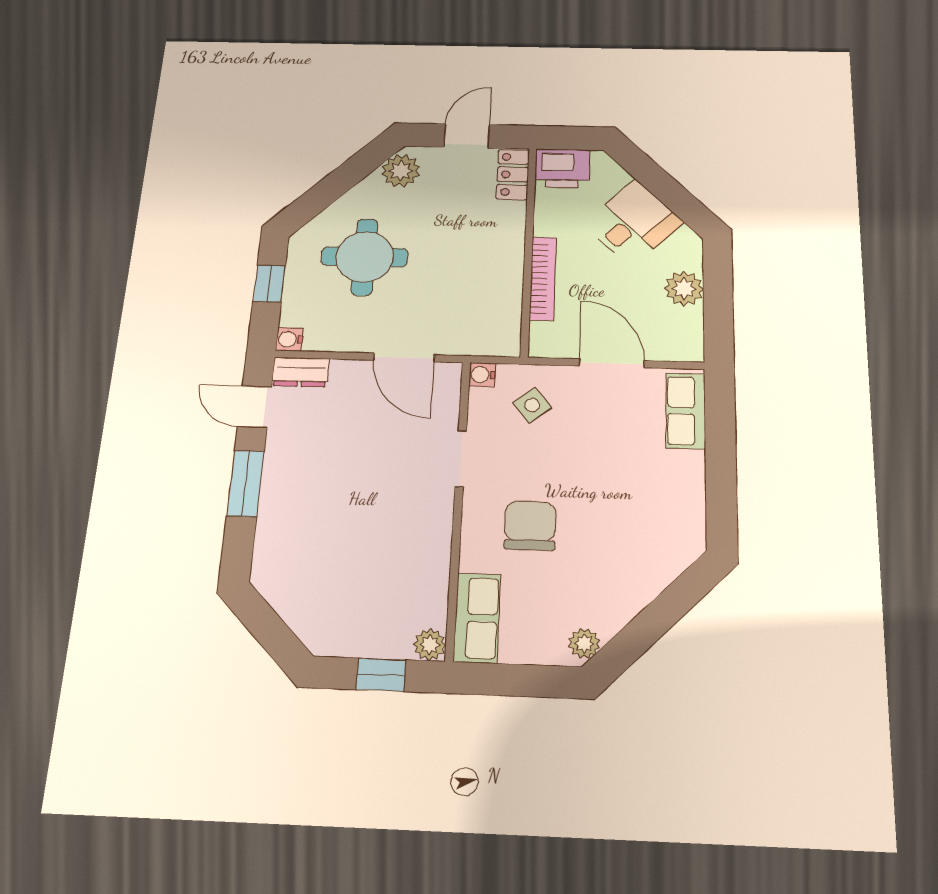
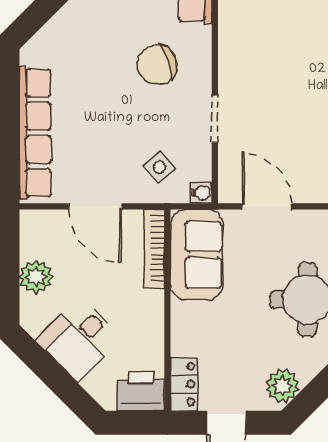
bookcase: (543, 278) -> (154, 249), moved
sofa: (491, 307) -> (197, 255), added
row of seats: (686, 411) -> (35, 133), width x2.02
chair: (530, 526) -> (157, 65), turned 71

